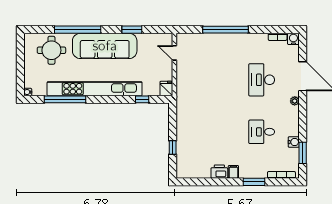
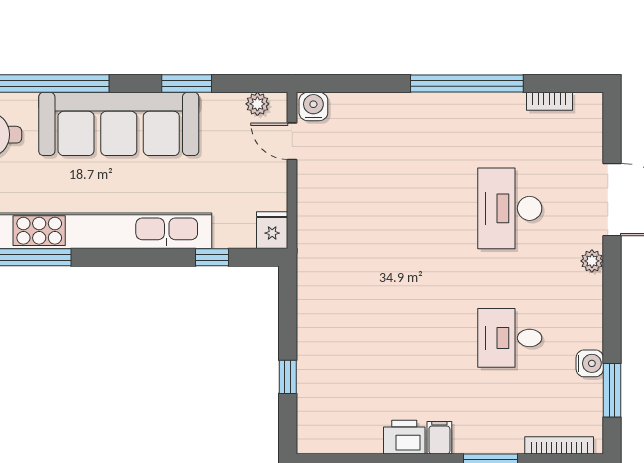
window: (226, 30) -> (467, 84), moved
plant: (160, 38) -> (257, 104), added
water cooler: (293, 39) -> (313, 107), moved

